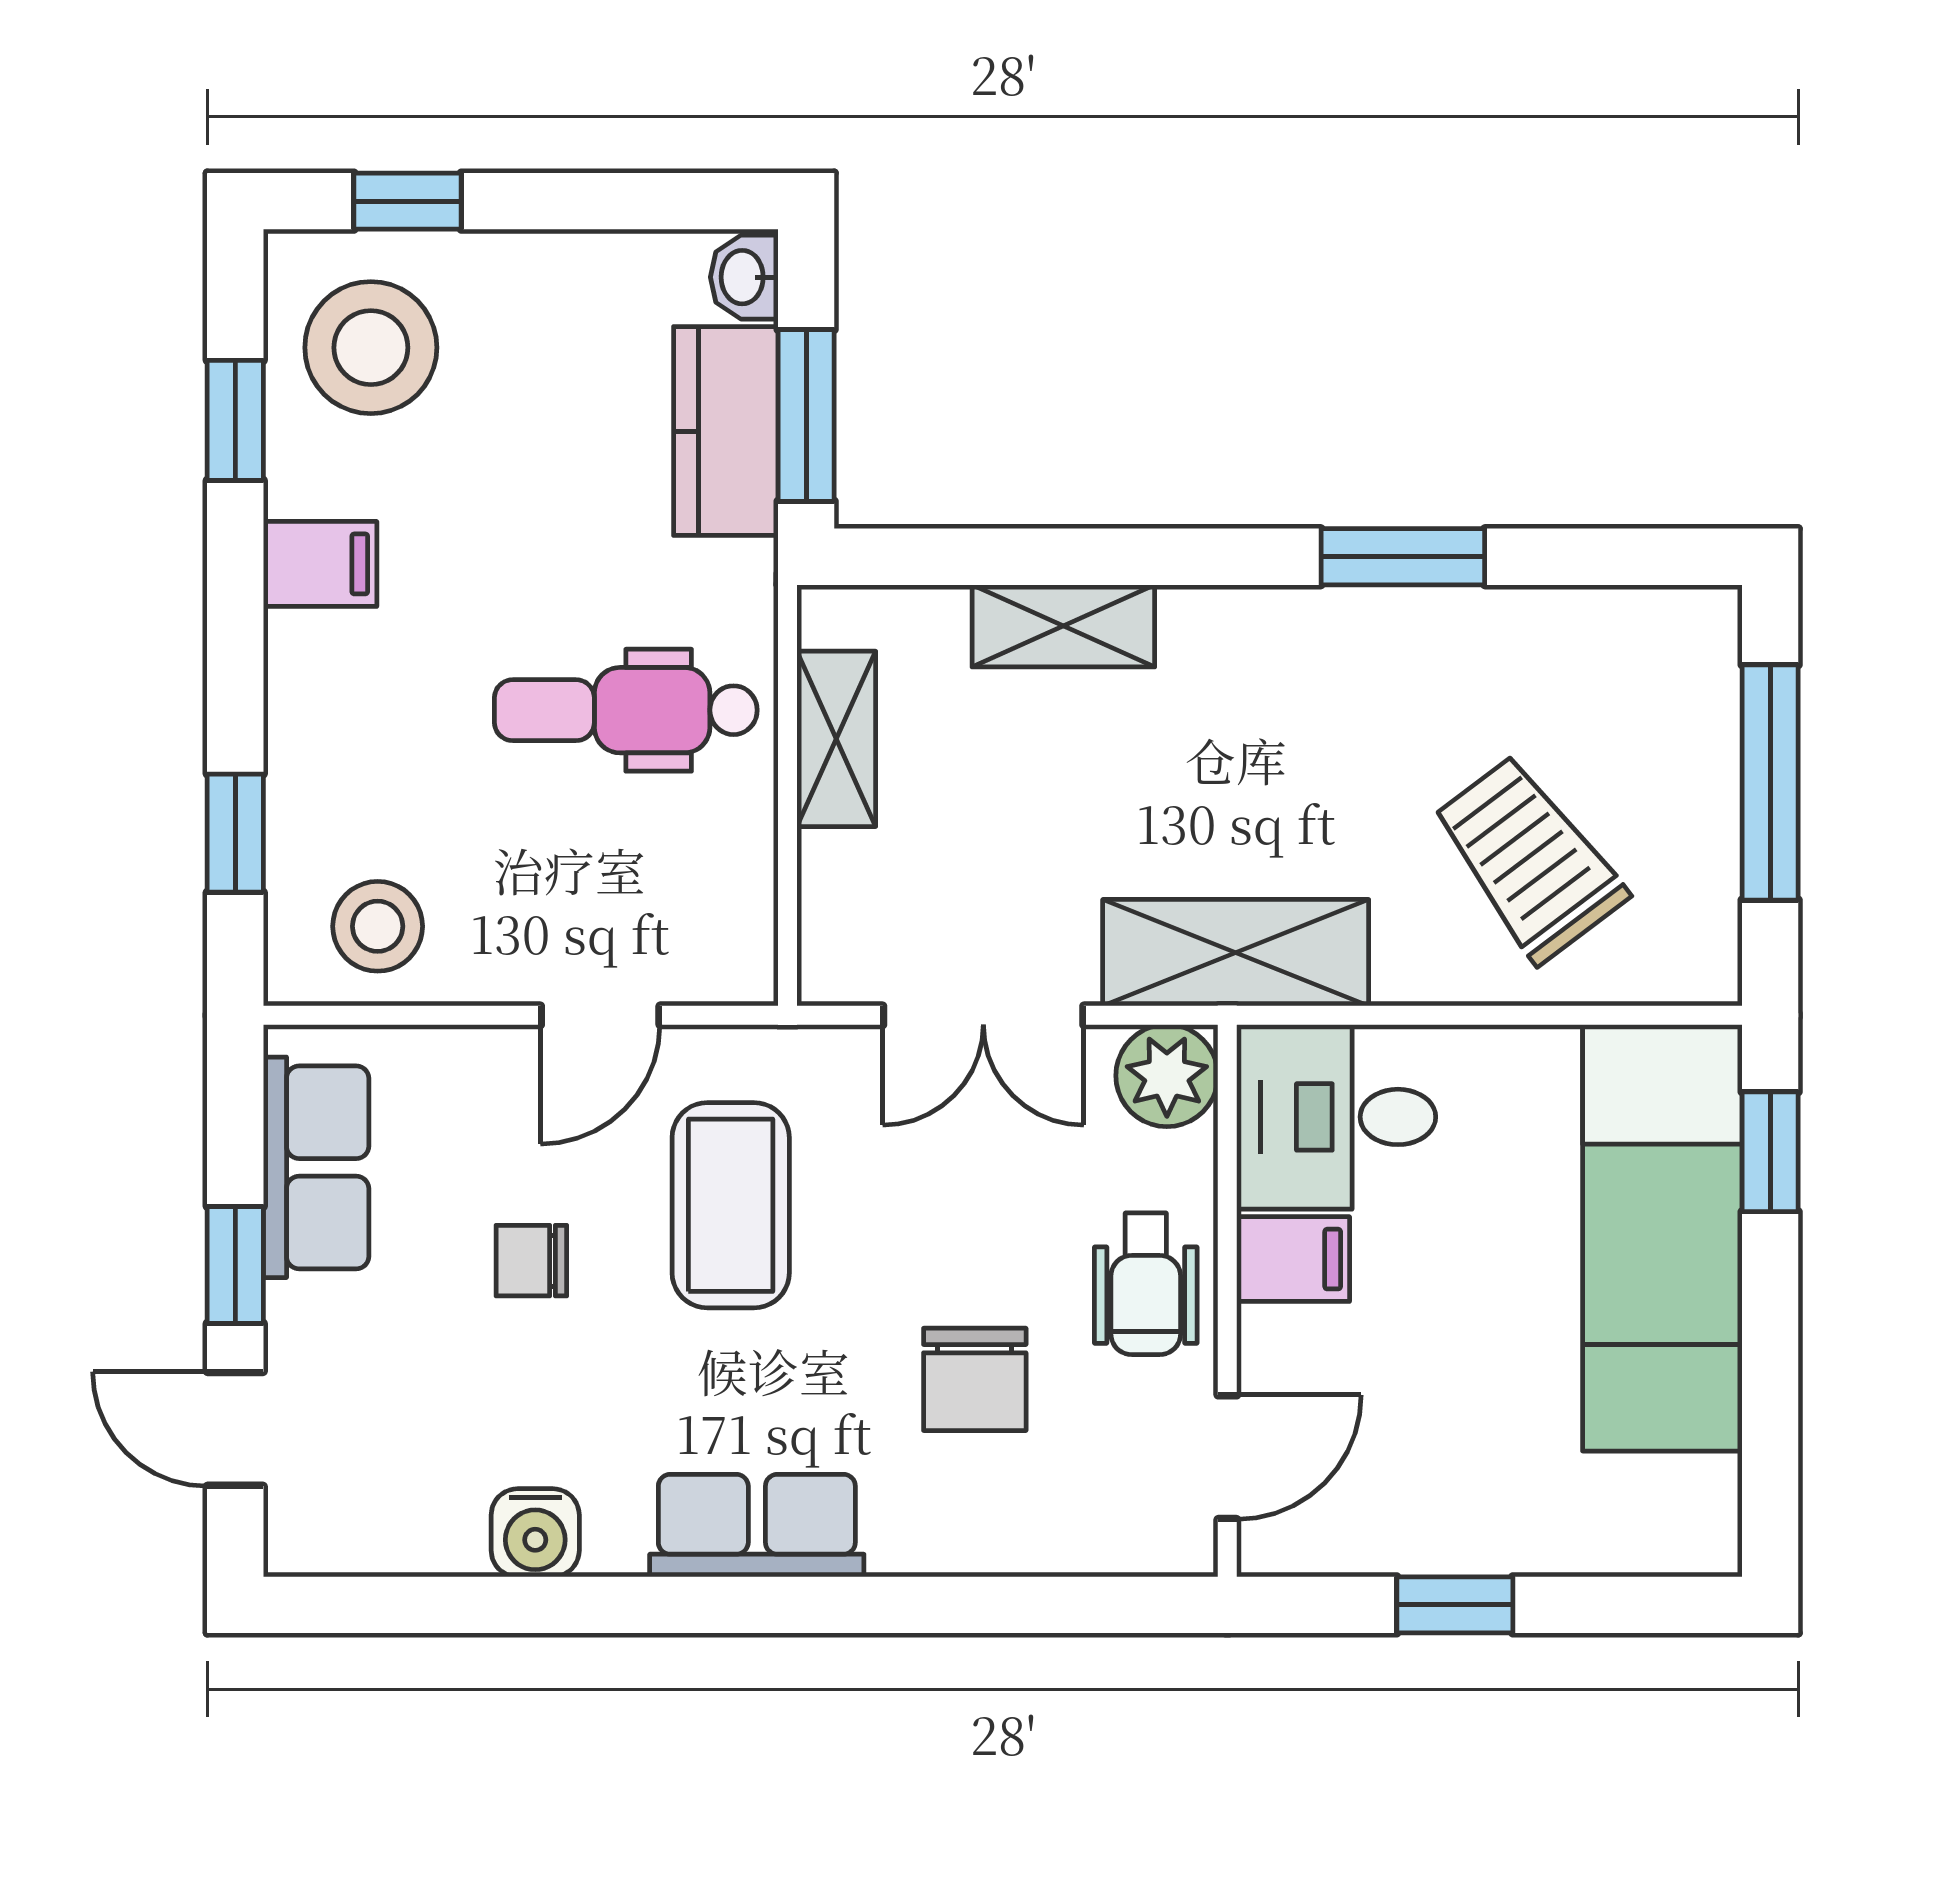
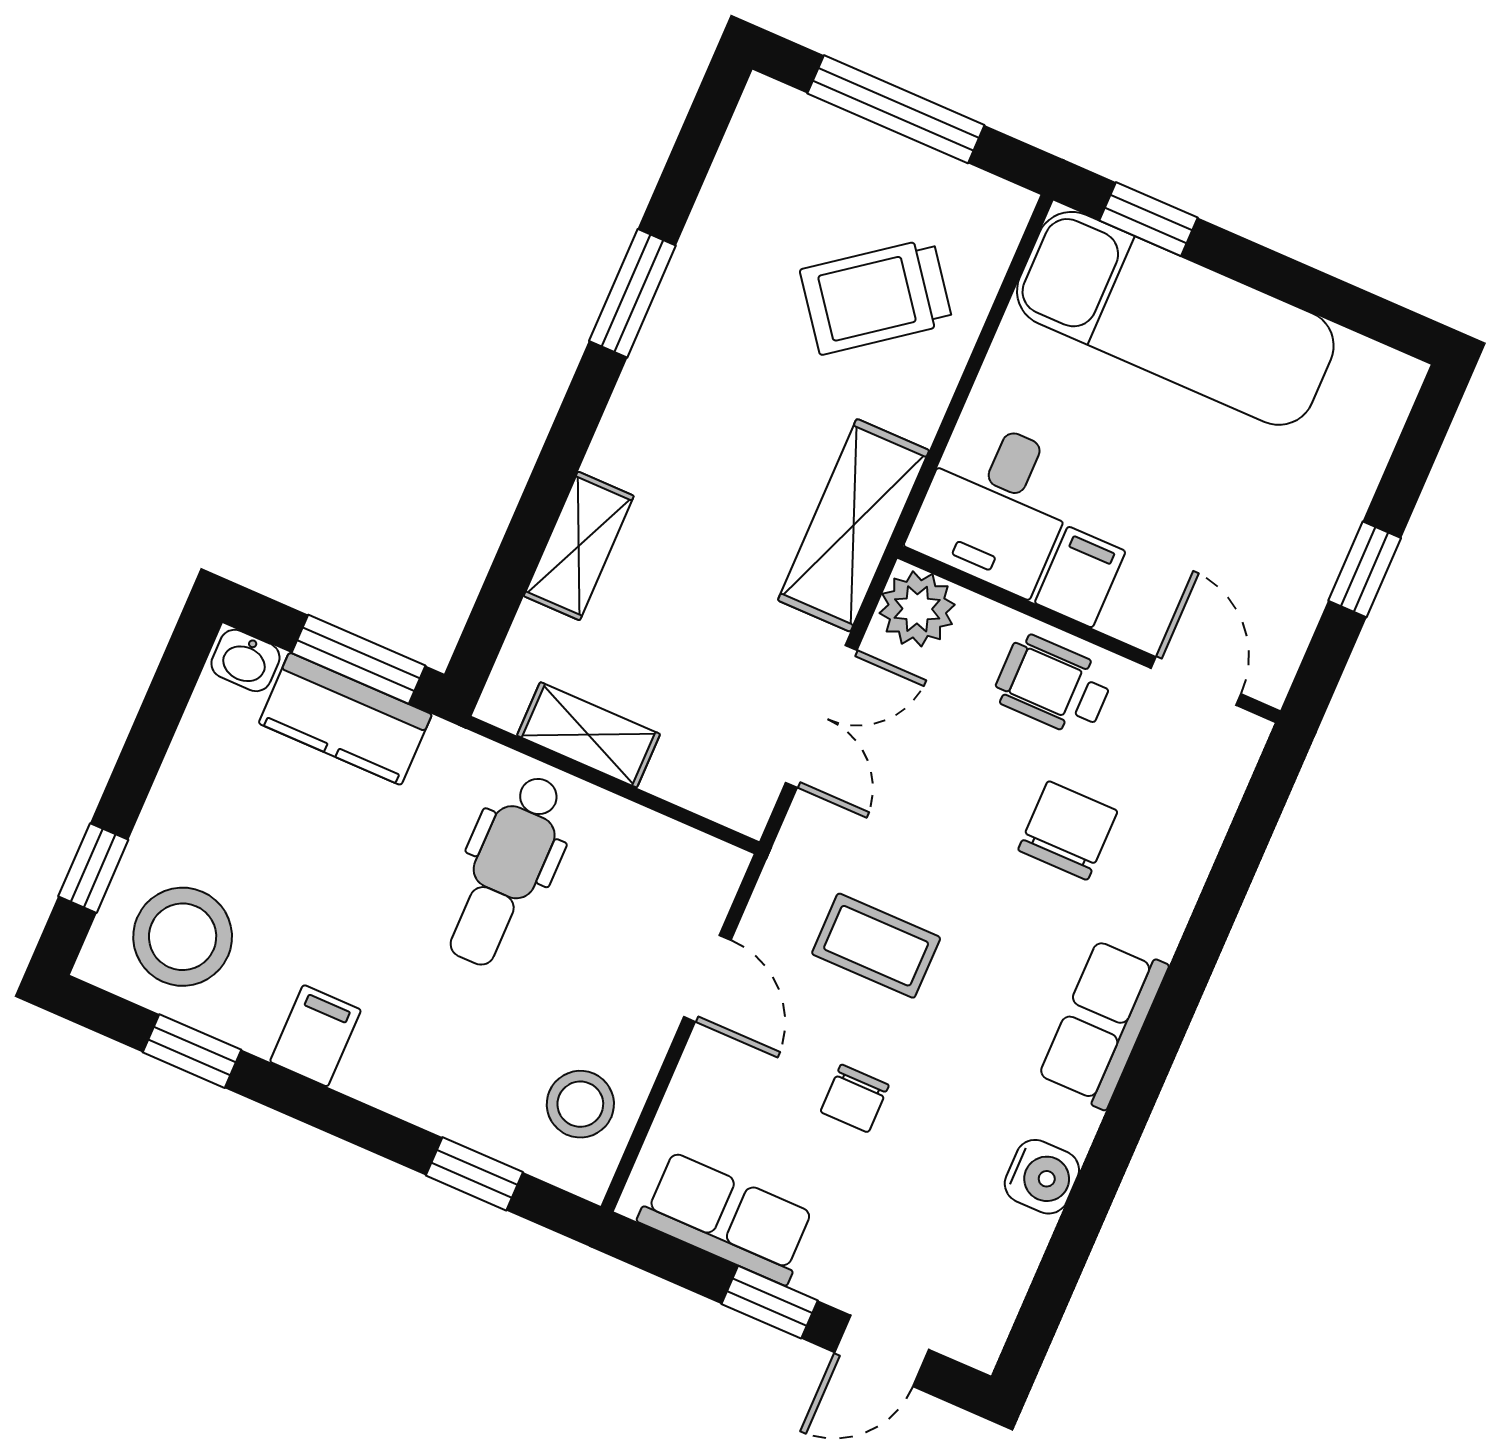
coffee table: (731, 1205) -> (876, 946), width x0.73, depth x0.77
wheelchair: (1146, 1284) -> (1053, 685), turned 180
chair: (975, 1379) -> (1068, 831), turned -90

